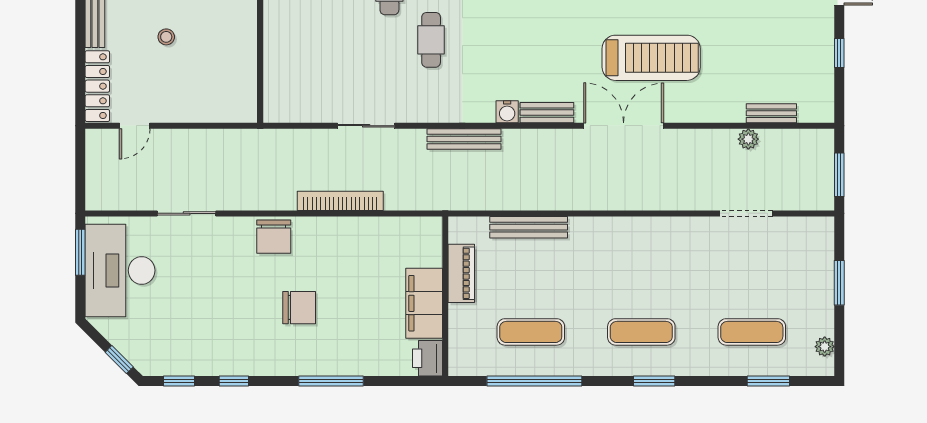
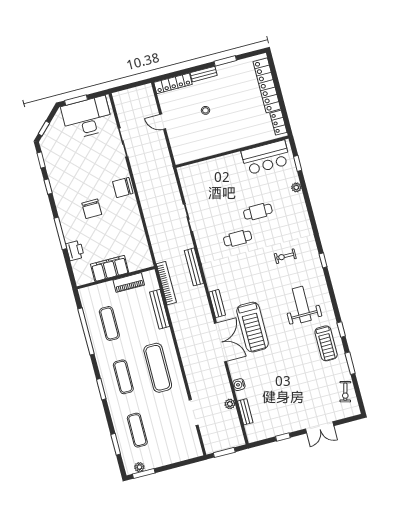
treadmill: (651, 58) -> (253, 327), moved
water cooler: (507, 112) -> (239, 385), moved
door: (135, 126) -> (163, 122), moved
bookcase: (340, 201) -> (166, 283), moved
window: (80, 252) -> (76, 100), moved
exercise mat: (641, 261) -> (158, 368), added
window: (839, 283) -> (144, 473), moved
printer: (427, 358) -> (75, 250), moved, turned 90

